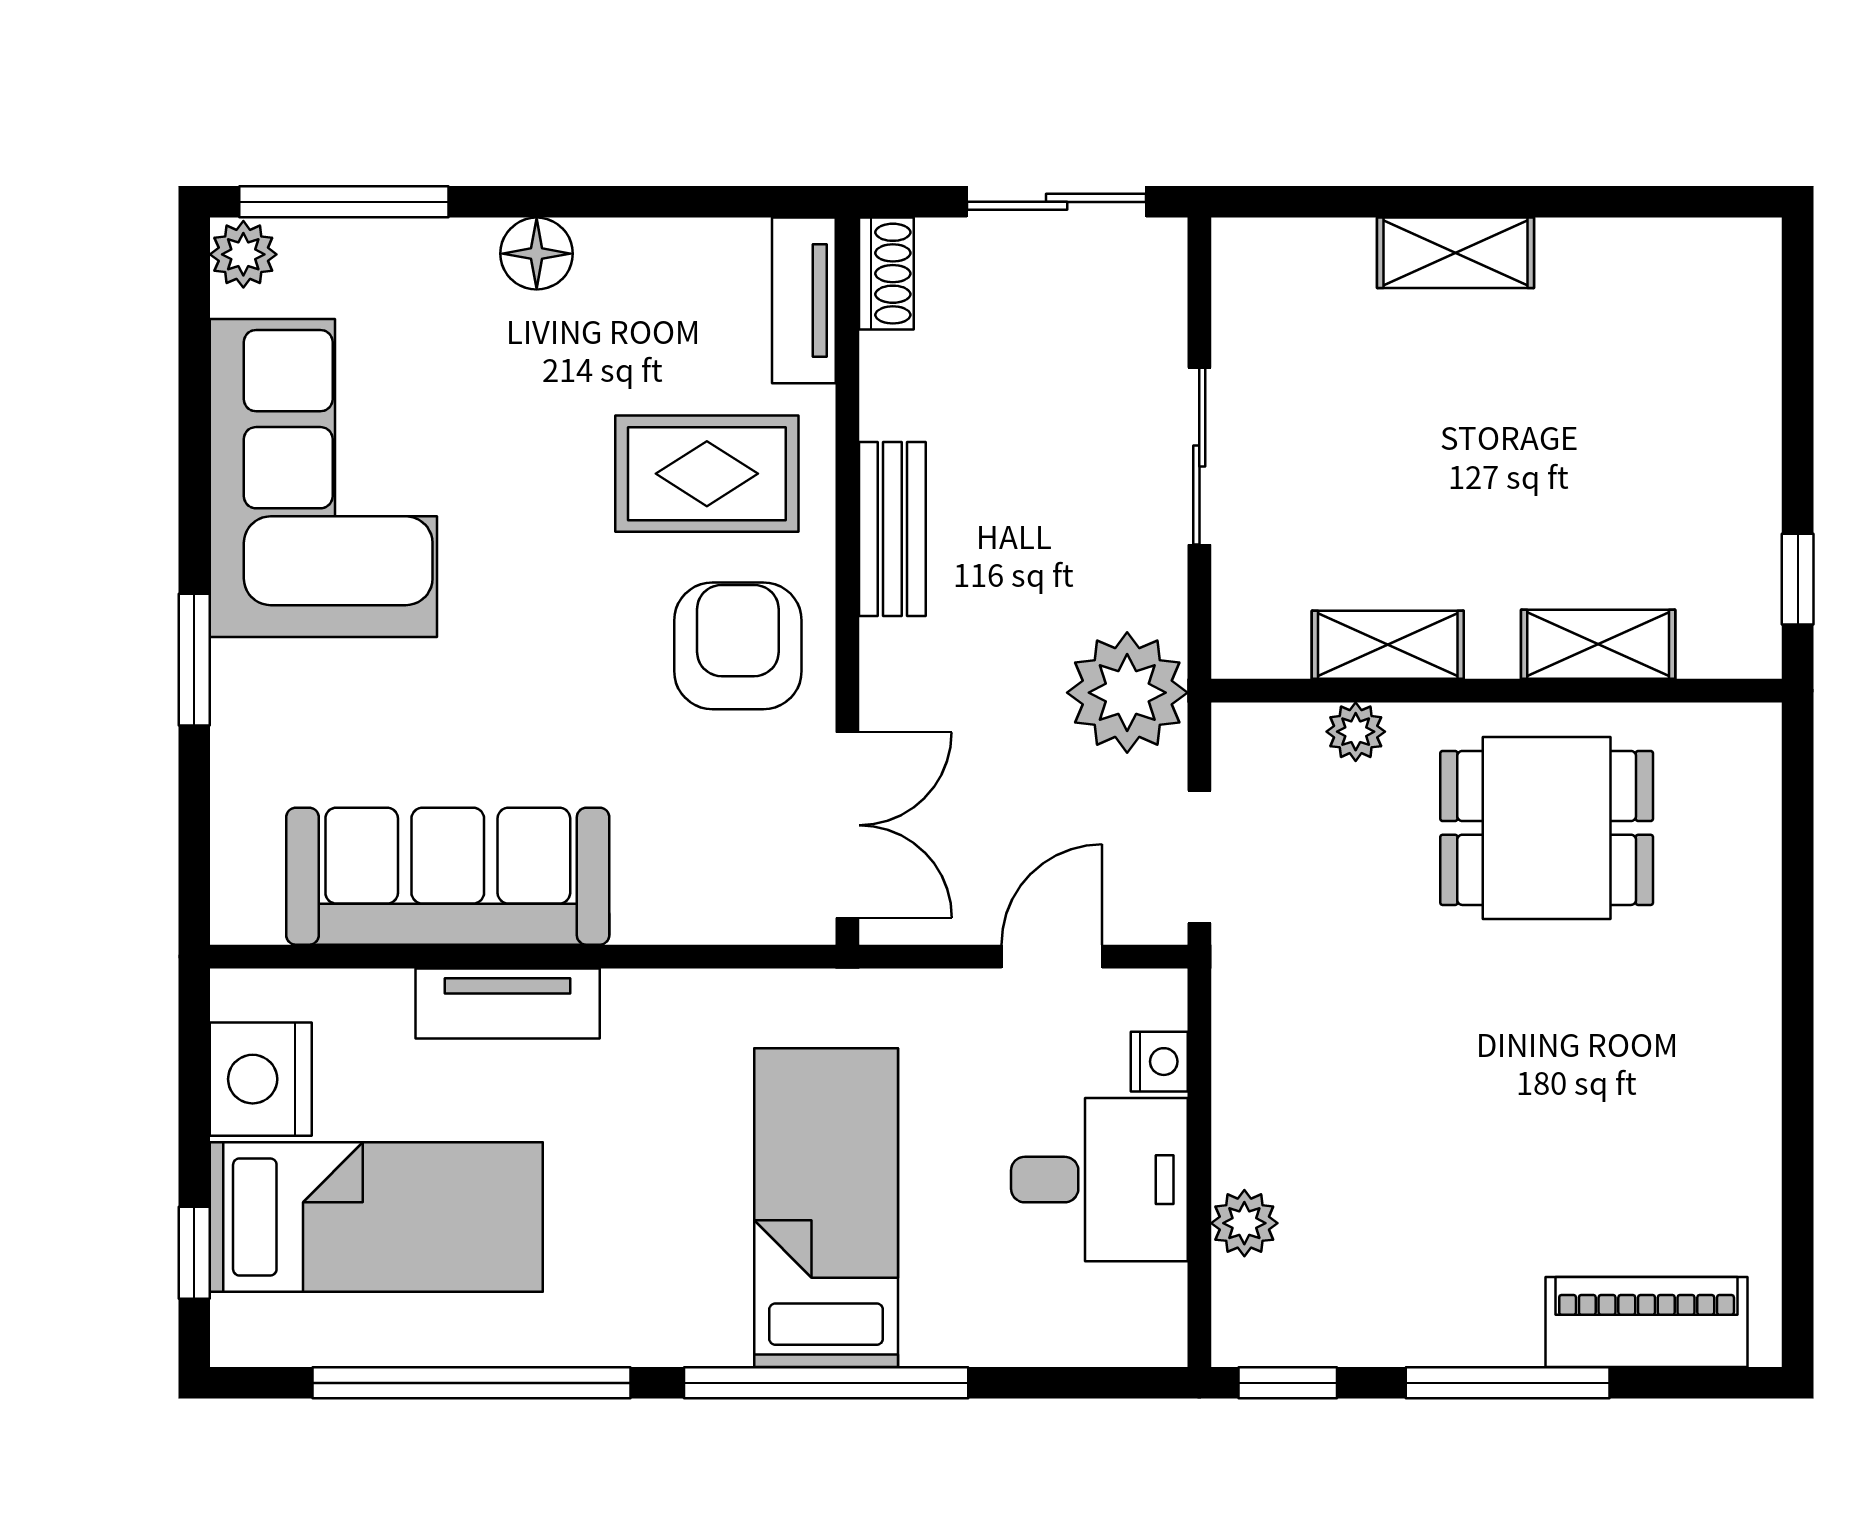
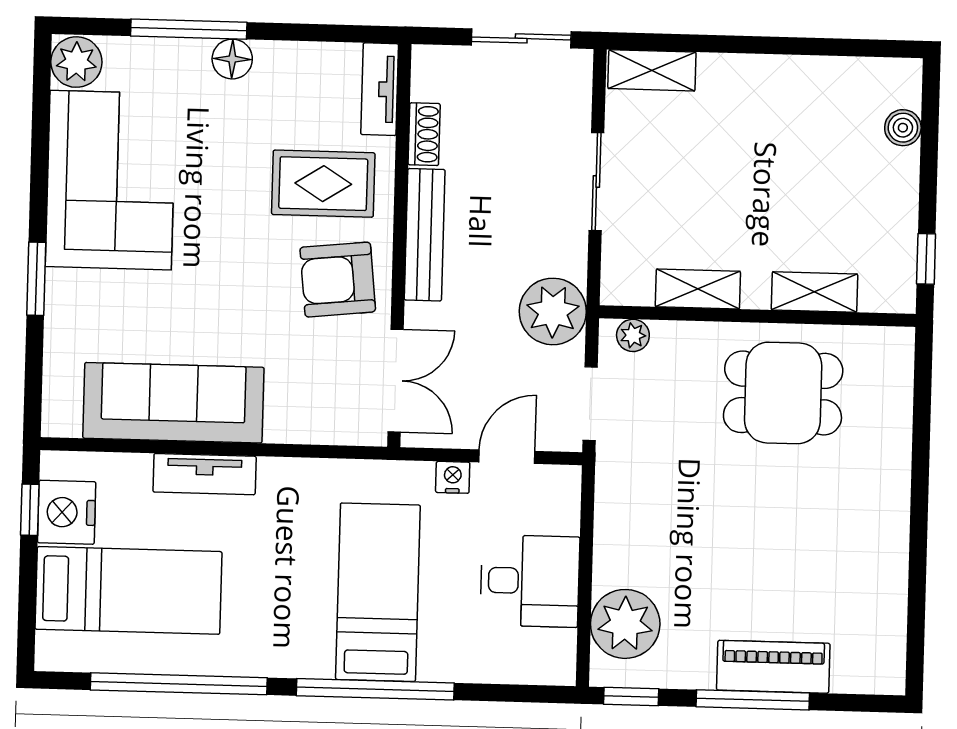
window: (344, 202) -> (189, 29), moved
shelving: (1455, 253) -> (652, 70), moved
plant: (243, 254) -> (76, 62), width x1.38, depth x1.38
shoe rack: (886, 274) -> (424, 134), moved
boiler: (1749, 344) -> (903, 128), added
bench: (892, 529) -> (425, 235), width x1.36
armchair: (738, 646) -> (338, 280), turned -96
plant: (1356, 732) -> (633, 335), moved
nightstand: (1159, 1062) -> (453, 477), moved, turned -90
plant: (1244, 1223) -> (625, 624), width x1.88, depth x1.88
window: (194, 1253) -> (30, 510), moved
piano: (1647, 1322) -> (773, 667), moved

